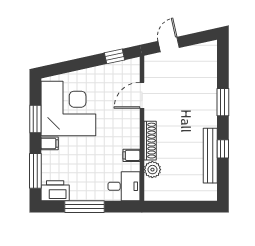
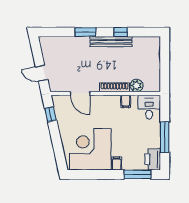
window: (35, 119) -> (98, 174), removed
bench: (210, 156) -> (111, 42), moved

